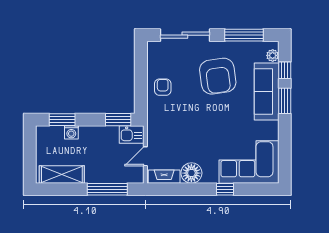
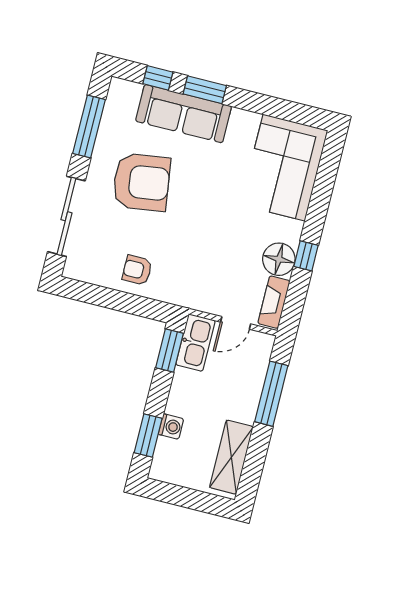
plant: (273, 55) -> (131, 91), removed
kitchen sink: (132, 134) -> (195, 343), width x1.38
door: (145, 156) -> (236, 323), hinge flipped
window: (225, 189) -> (306, 256), moved

